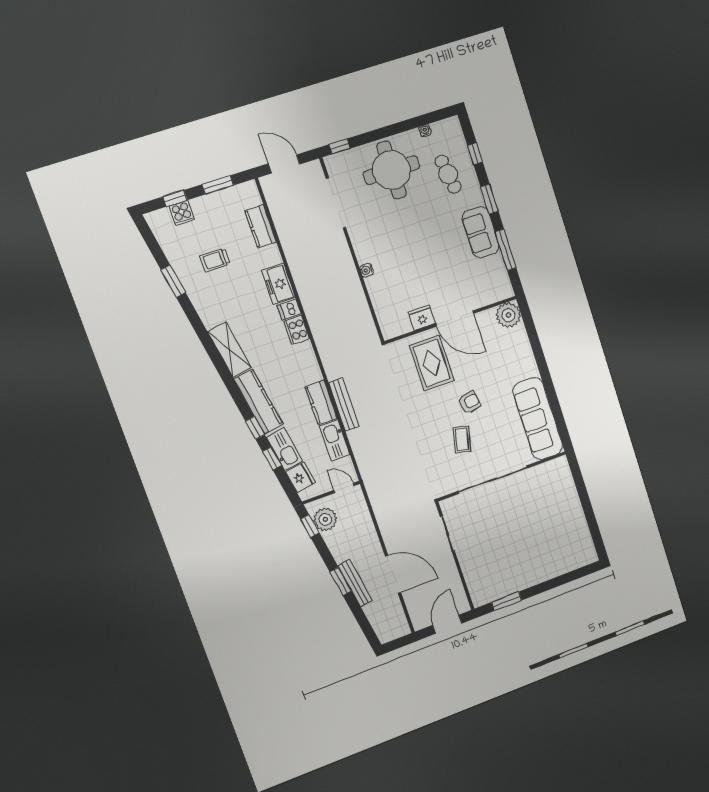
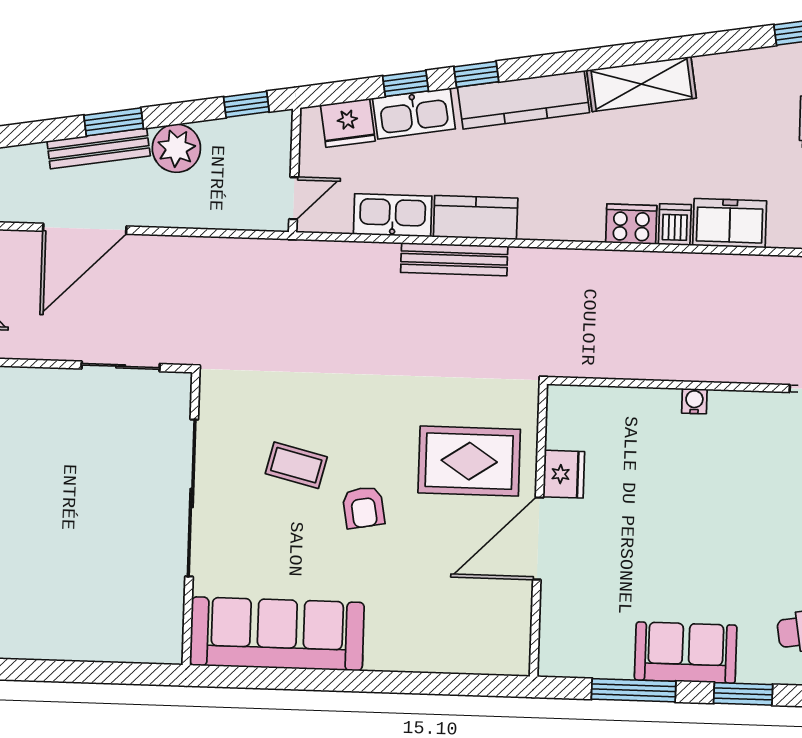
plant: (508, 315) -> (505, 649), removed
plant: (325, 519) -> (176, 148), moved

